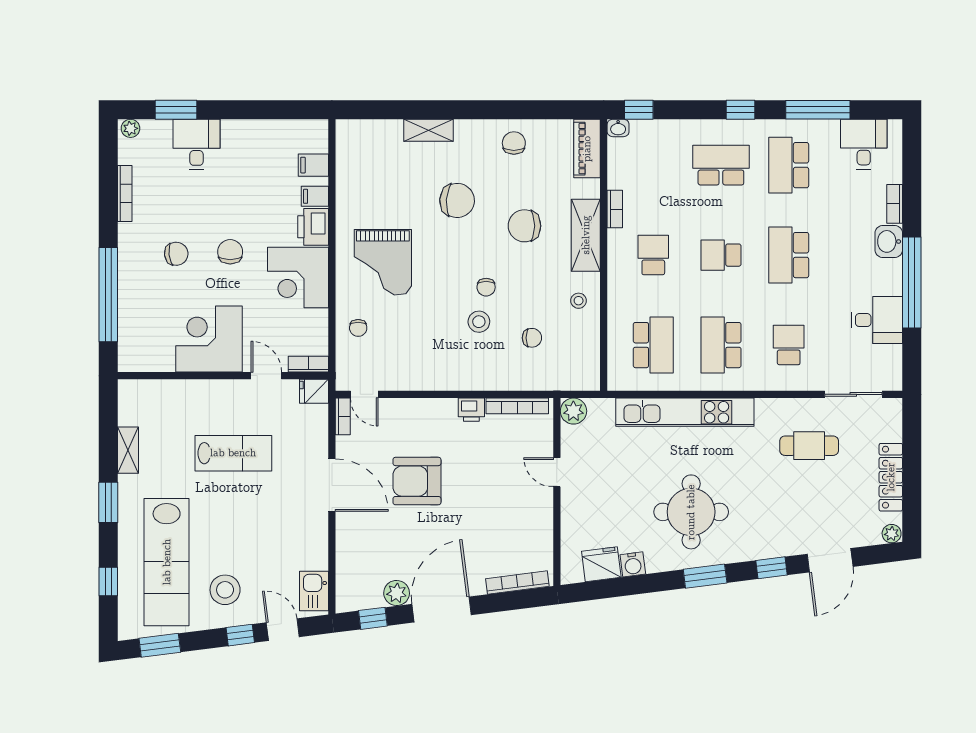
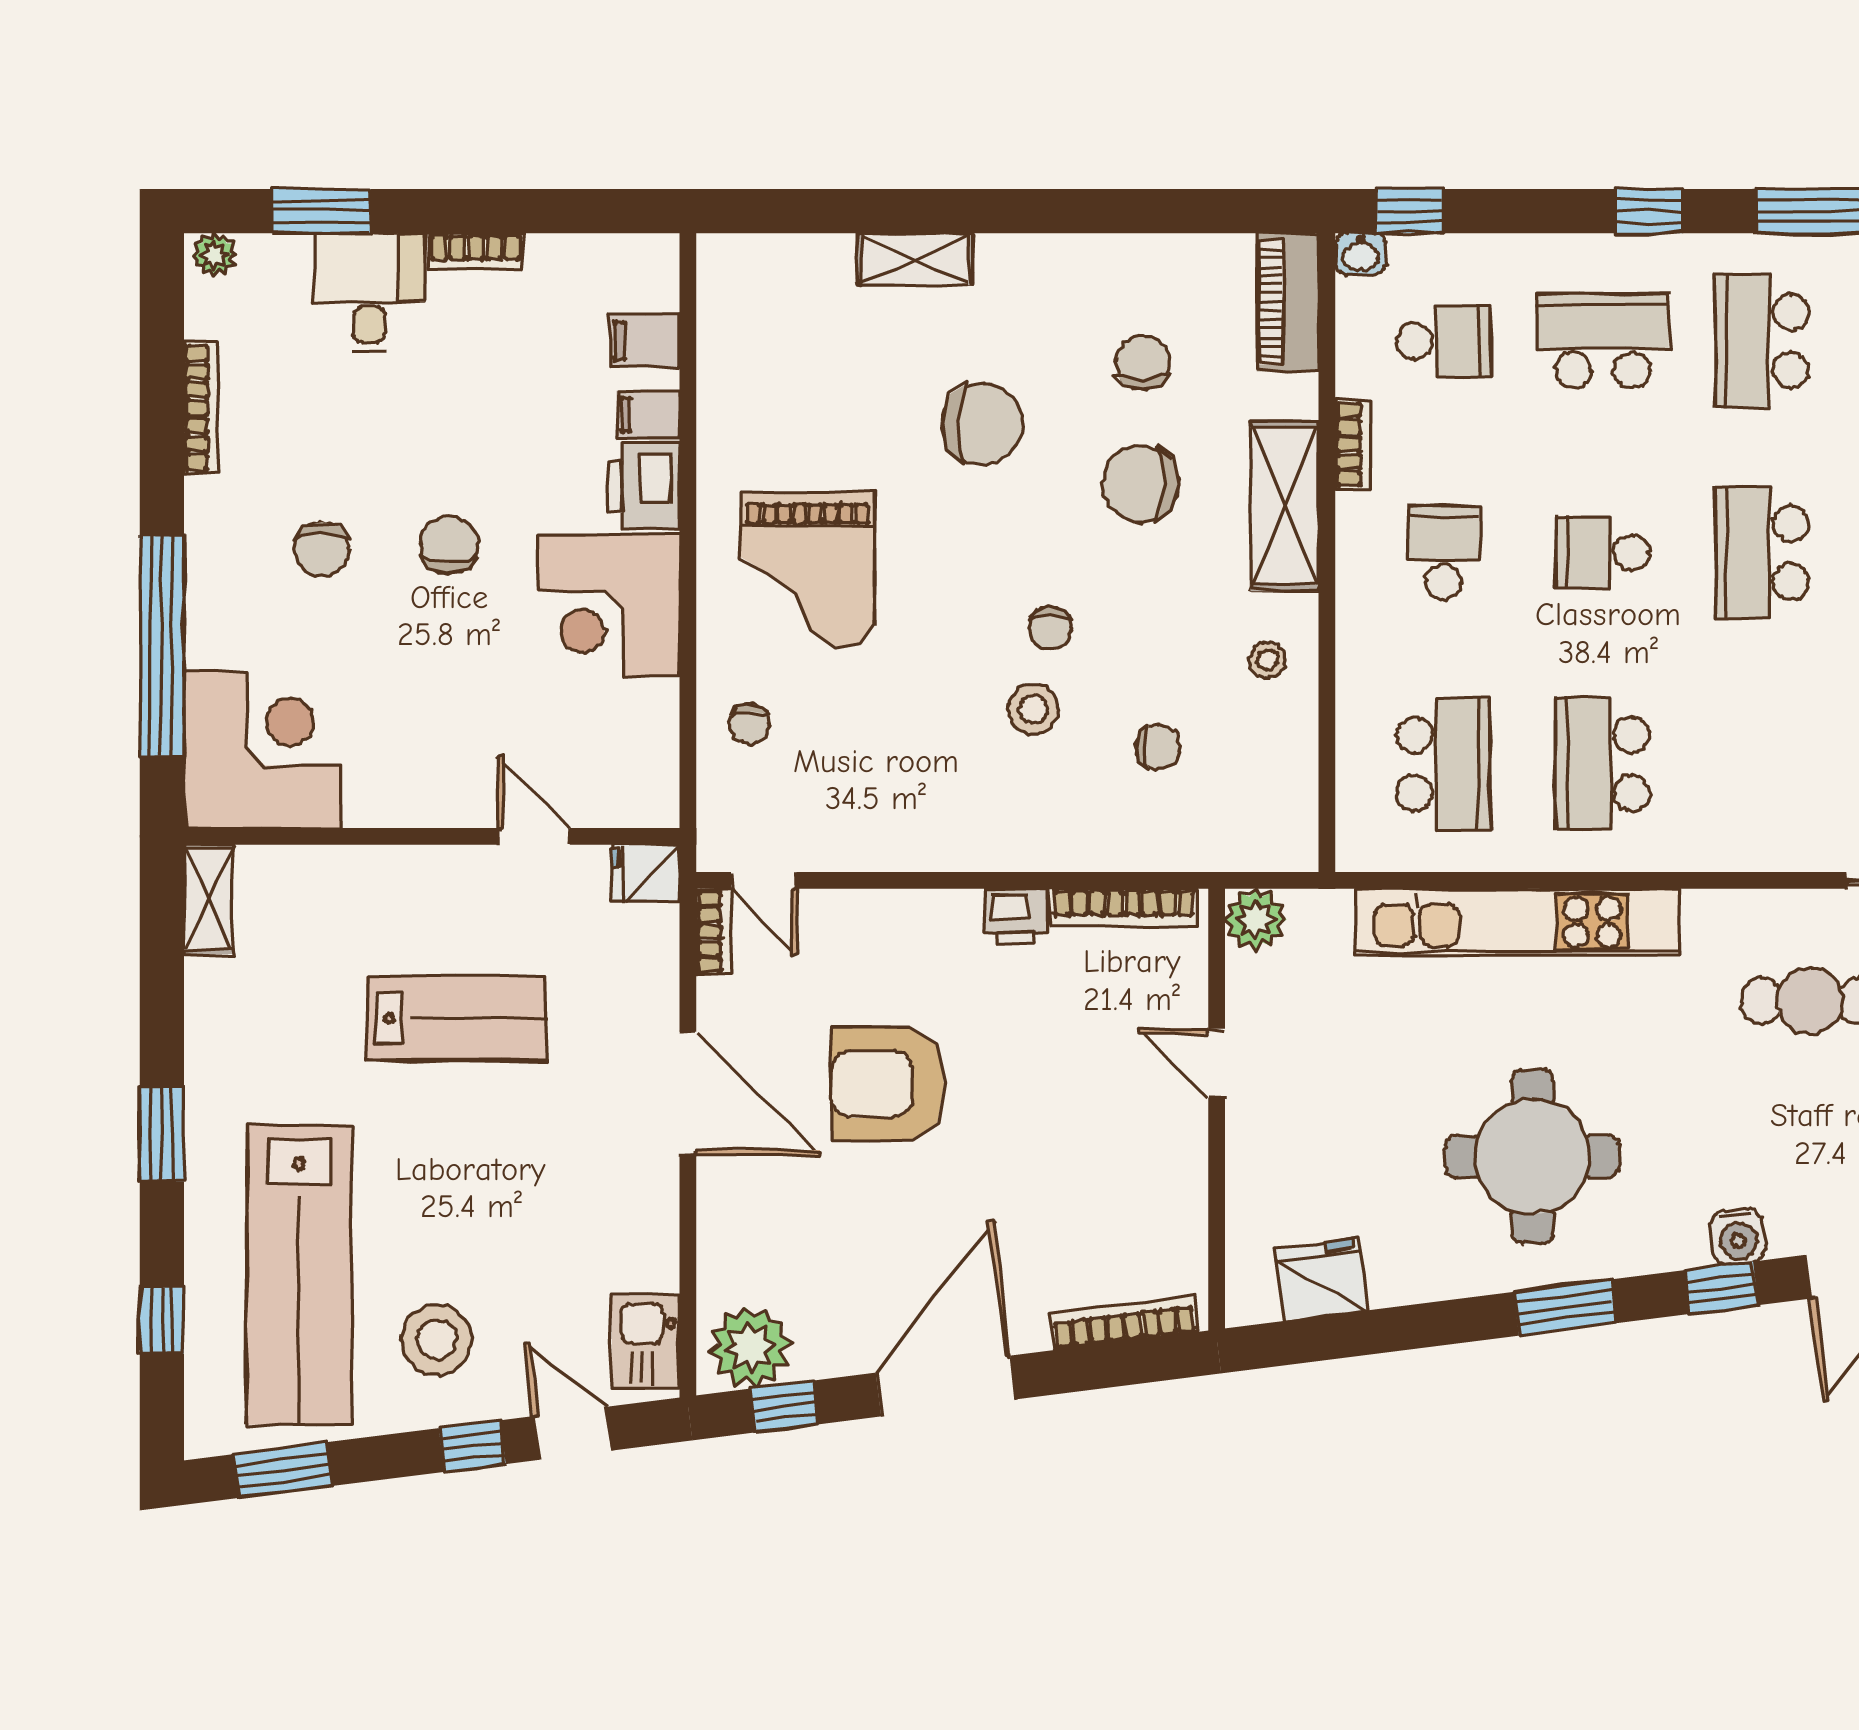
chair: (514, 143) -> (1143, 362), moved
chair: (176, 254) -> (322, 550), turned 97
corner desk: (209, 339) -> (262, 750), moved, turned 90
school desk: (789, 345) -> (1443, 341), moved, turned 90
bookcase: (308, 364) -> (476, 252), moved, turned 180
shelving: (128, 450) -> (208, 899), moved
water cooler: (633, 564) -> (1738, 1236), moved
plant: (397, 593) -> (750, 1348), moved, width x1.36, depth x1.36

